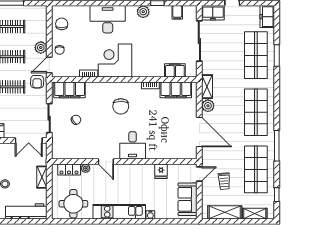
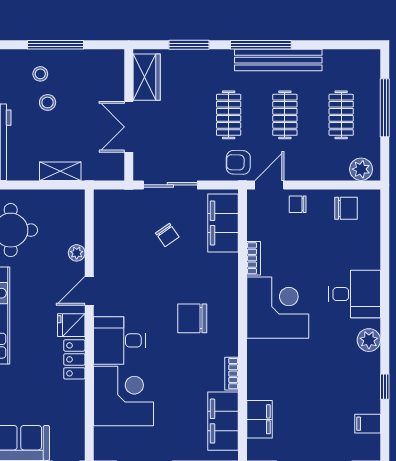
plant: (143, 12) -> (369, 340), moved
desk: (108, 19) -> (355, 294), width x0.73
plant: (41, 48) -> (361, 169), moved
door: (49, 65) -> (269, 185), hinge flipped
double door: (29, 140) -> (129, 127), moved
corner desk: (162, 143) -> (124, 396), added
locker: (69, 170) -> (74, 359), moved
fridge: (161, 171) -> (71, 325), moved

